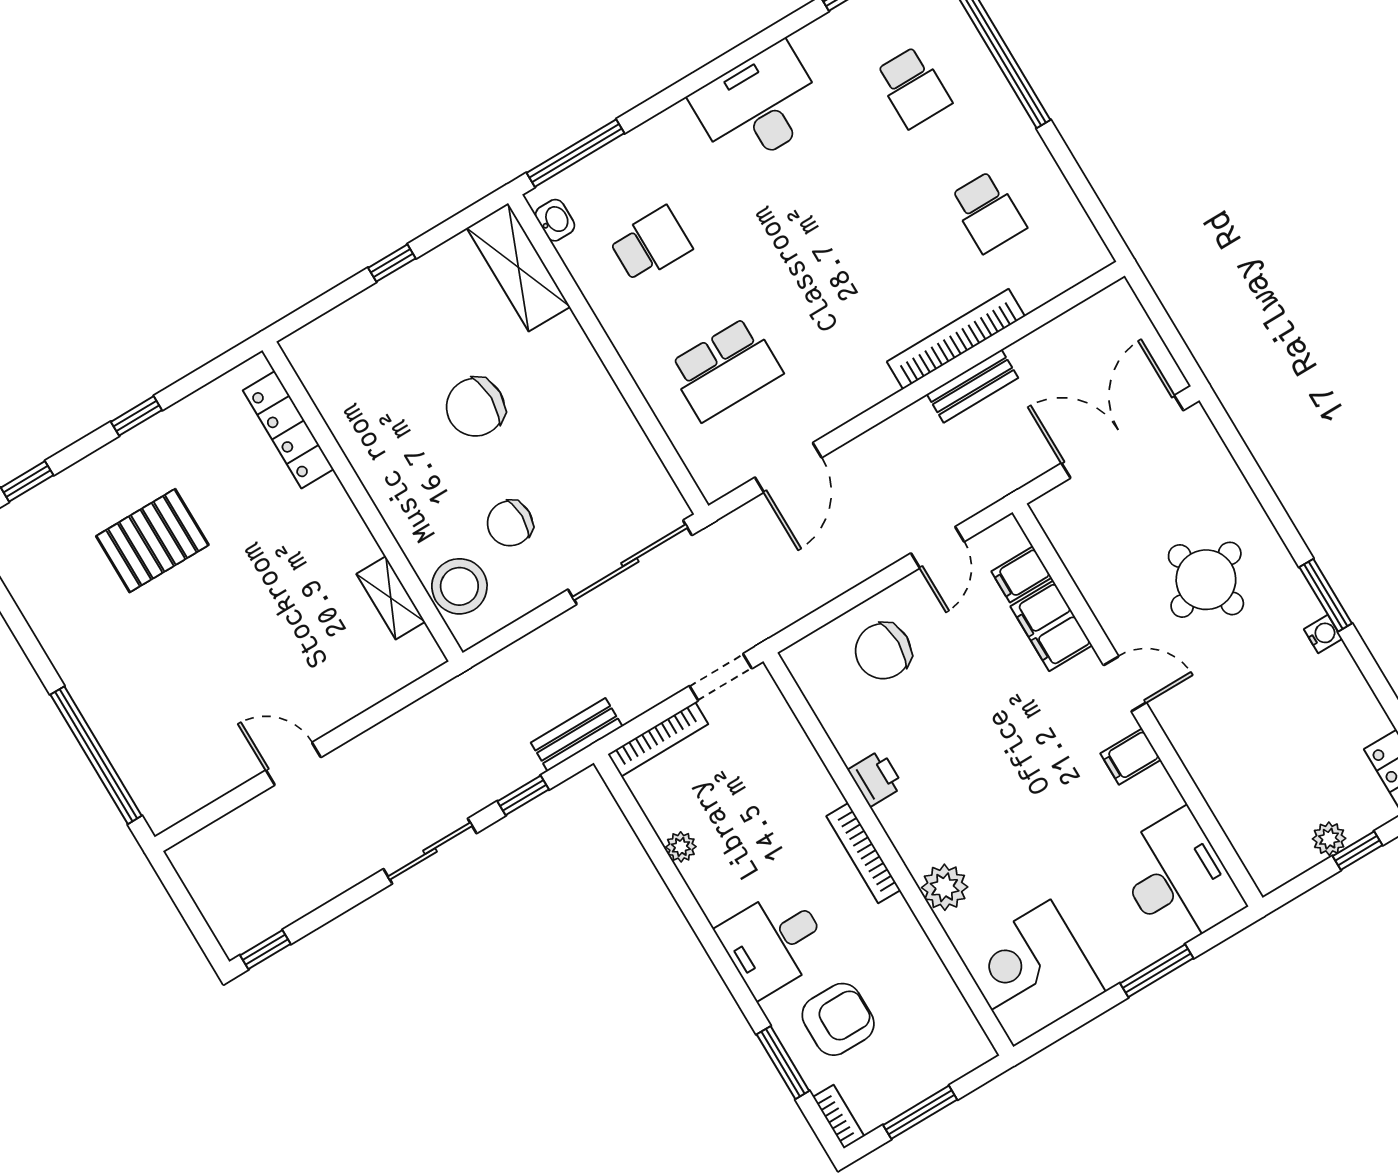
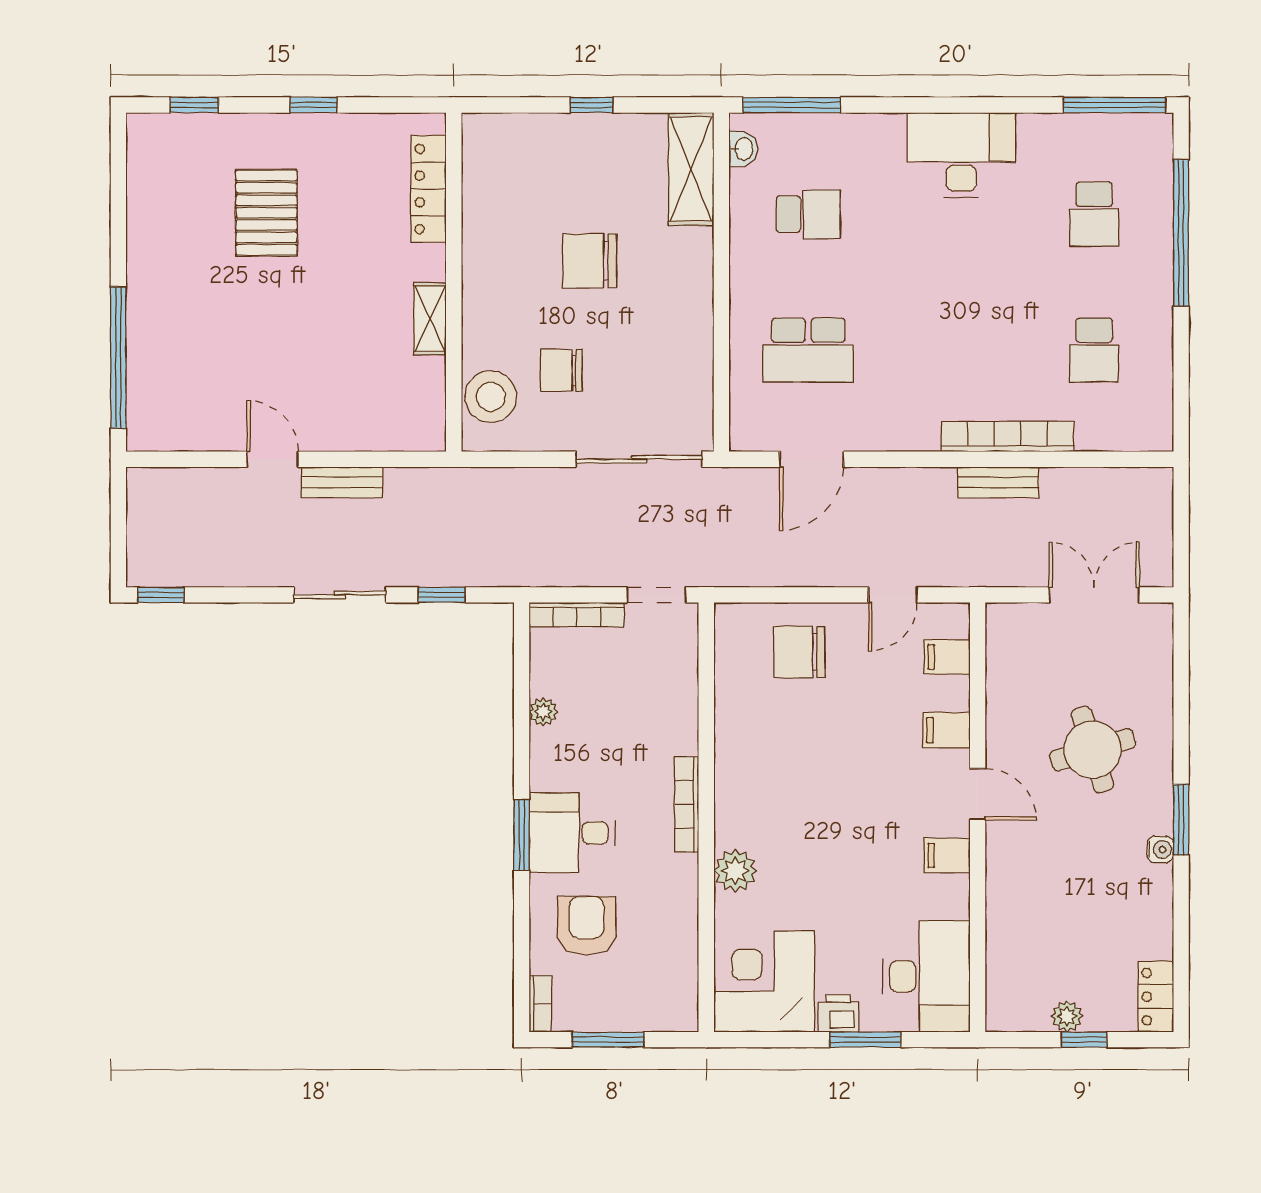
double door: (1122, 437) -> (1094, 595), width x0.73
pallet: (152, 541) -> (266, 213), turned 90
shelving: (391, 598) -> (430, 319), moved
filing cabinet: (1051, 626) -> (946, 730), width x0.50
bench: (577, 735) -> (342, 482), moved
printer: (876, 778) -> (838, 1013), moved, turned -90
armchair: (838, 1019) -> (587, 926), turned -90
window: (783, 1063) -> (522, 835), moved

